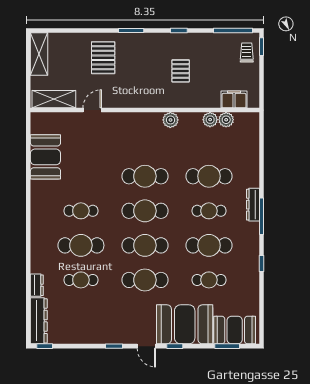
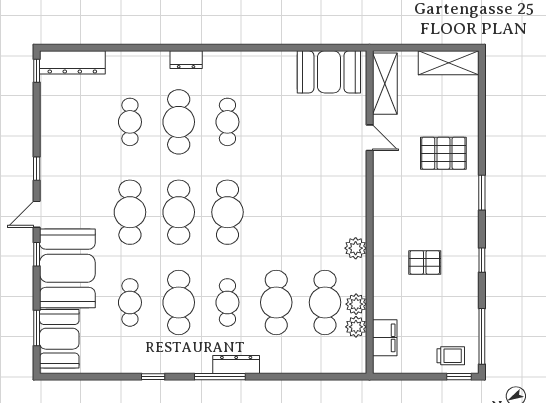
booth: (45, 157) -> (329, 72), moved
cafe table: (145, 176) -> (325, 302), moved
dresser: (37, 285) -> (186, 60), moved

